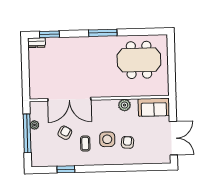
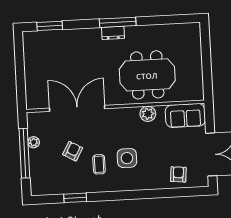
dresser: (37, 43) -> (113, 33), moved
meeting table: (139, 60) -> (147, 75), moved
double door: (69, 99) -> (77, 108), swing flipped
armchair: (127, 142) -> (178, 174), moved

